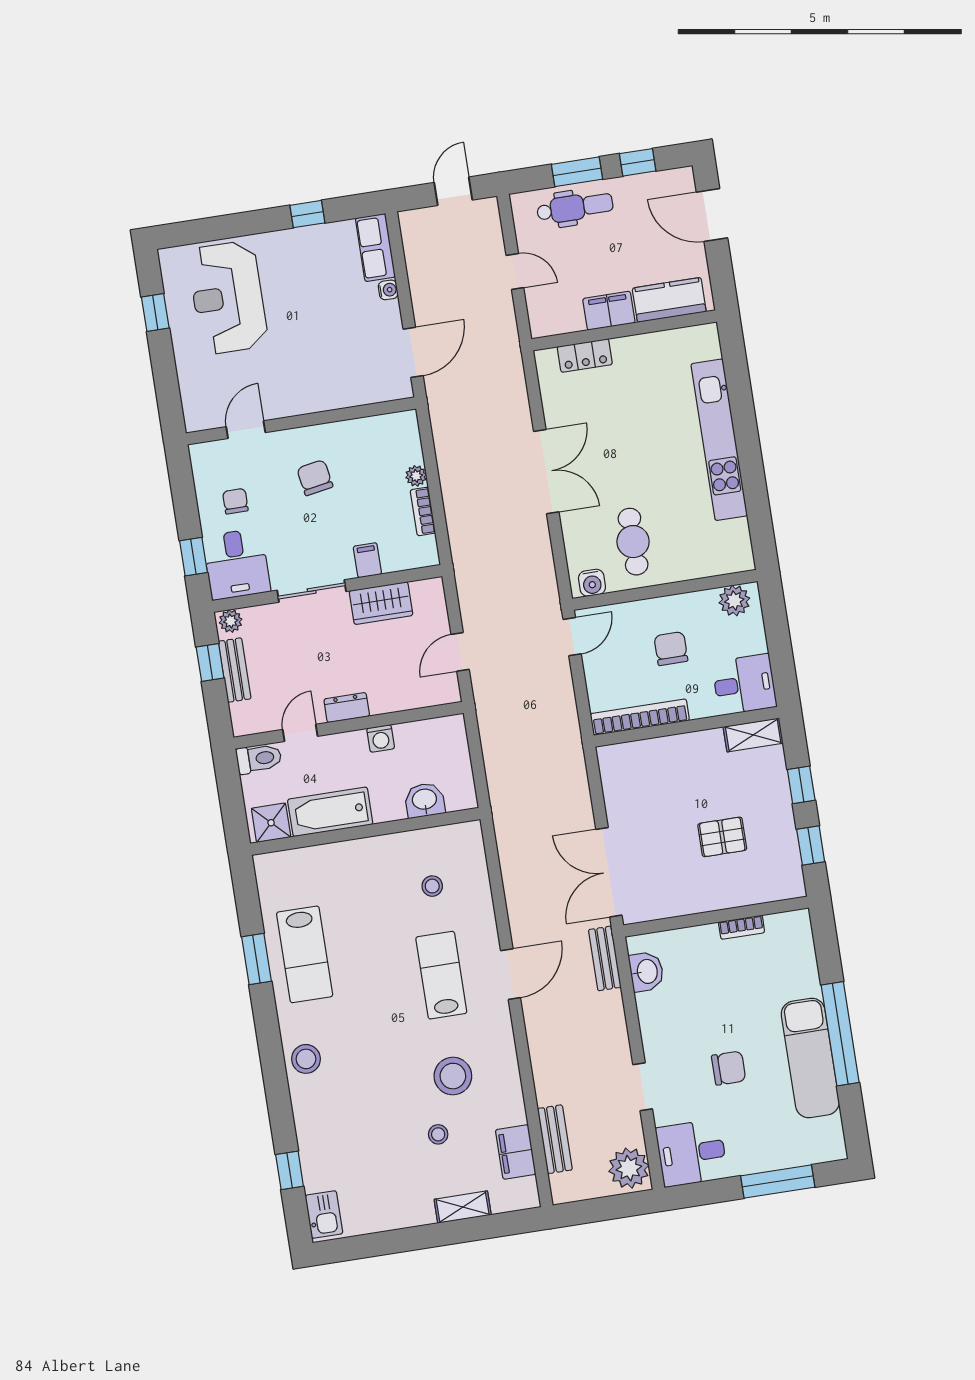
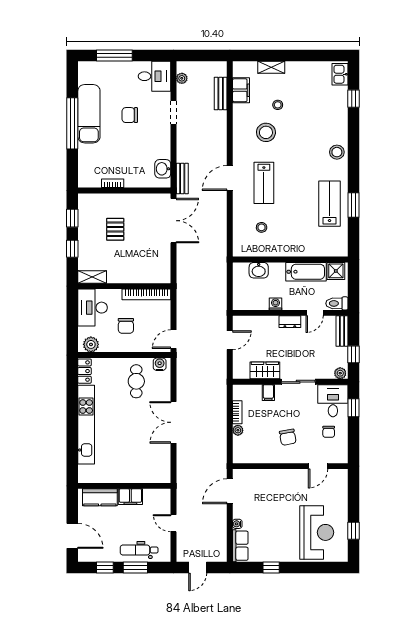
locker: (585, 356) -> (84, 371), moved, turned 90
bench: (235, 670) -> (342, 331), moved
desk: (744, 684) -> (93, 308), width x1.37
pallet: (722, 837) -> (115, 229), turned 90
plant: (629, 1168) -> (182, 78), width x0.53, depth x0.53

